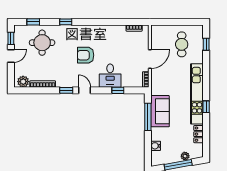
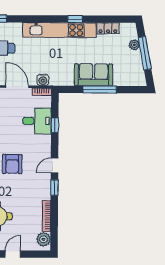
door: (11, 56) -> (13, 254), hinge flipped
desk: (110, 76) -> (37, 121), moved
sofa: (160, 111) -> (94, 75), moved
window: (148, 117) -> (100, 89), moved
water cooler: (156, 146) -> (43, 80), moved

